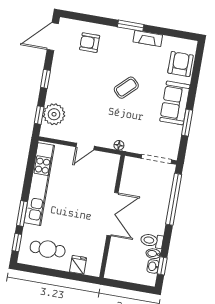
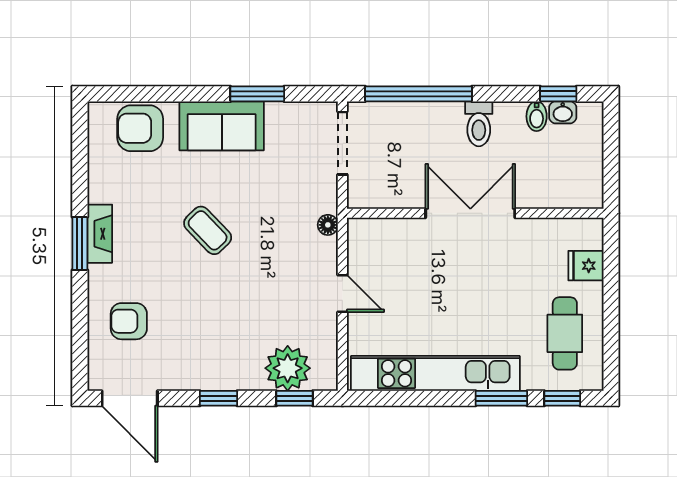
fireplace: (148, 38) -> (100, 234), moved
armchair: (90, 43) -> (129, 321), turned 90
toilet: (152, 241) -> (479, 124), moved

